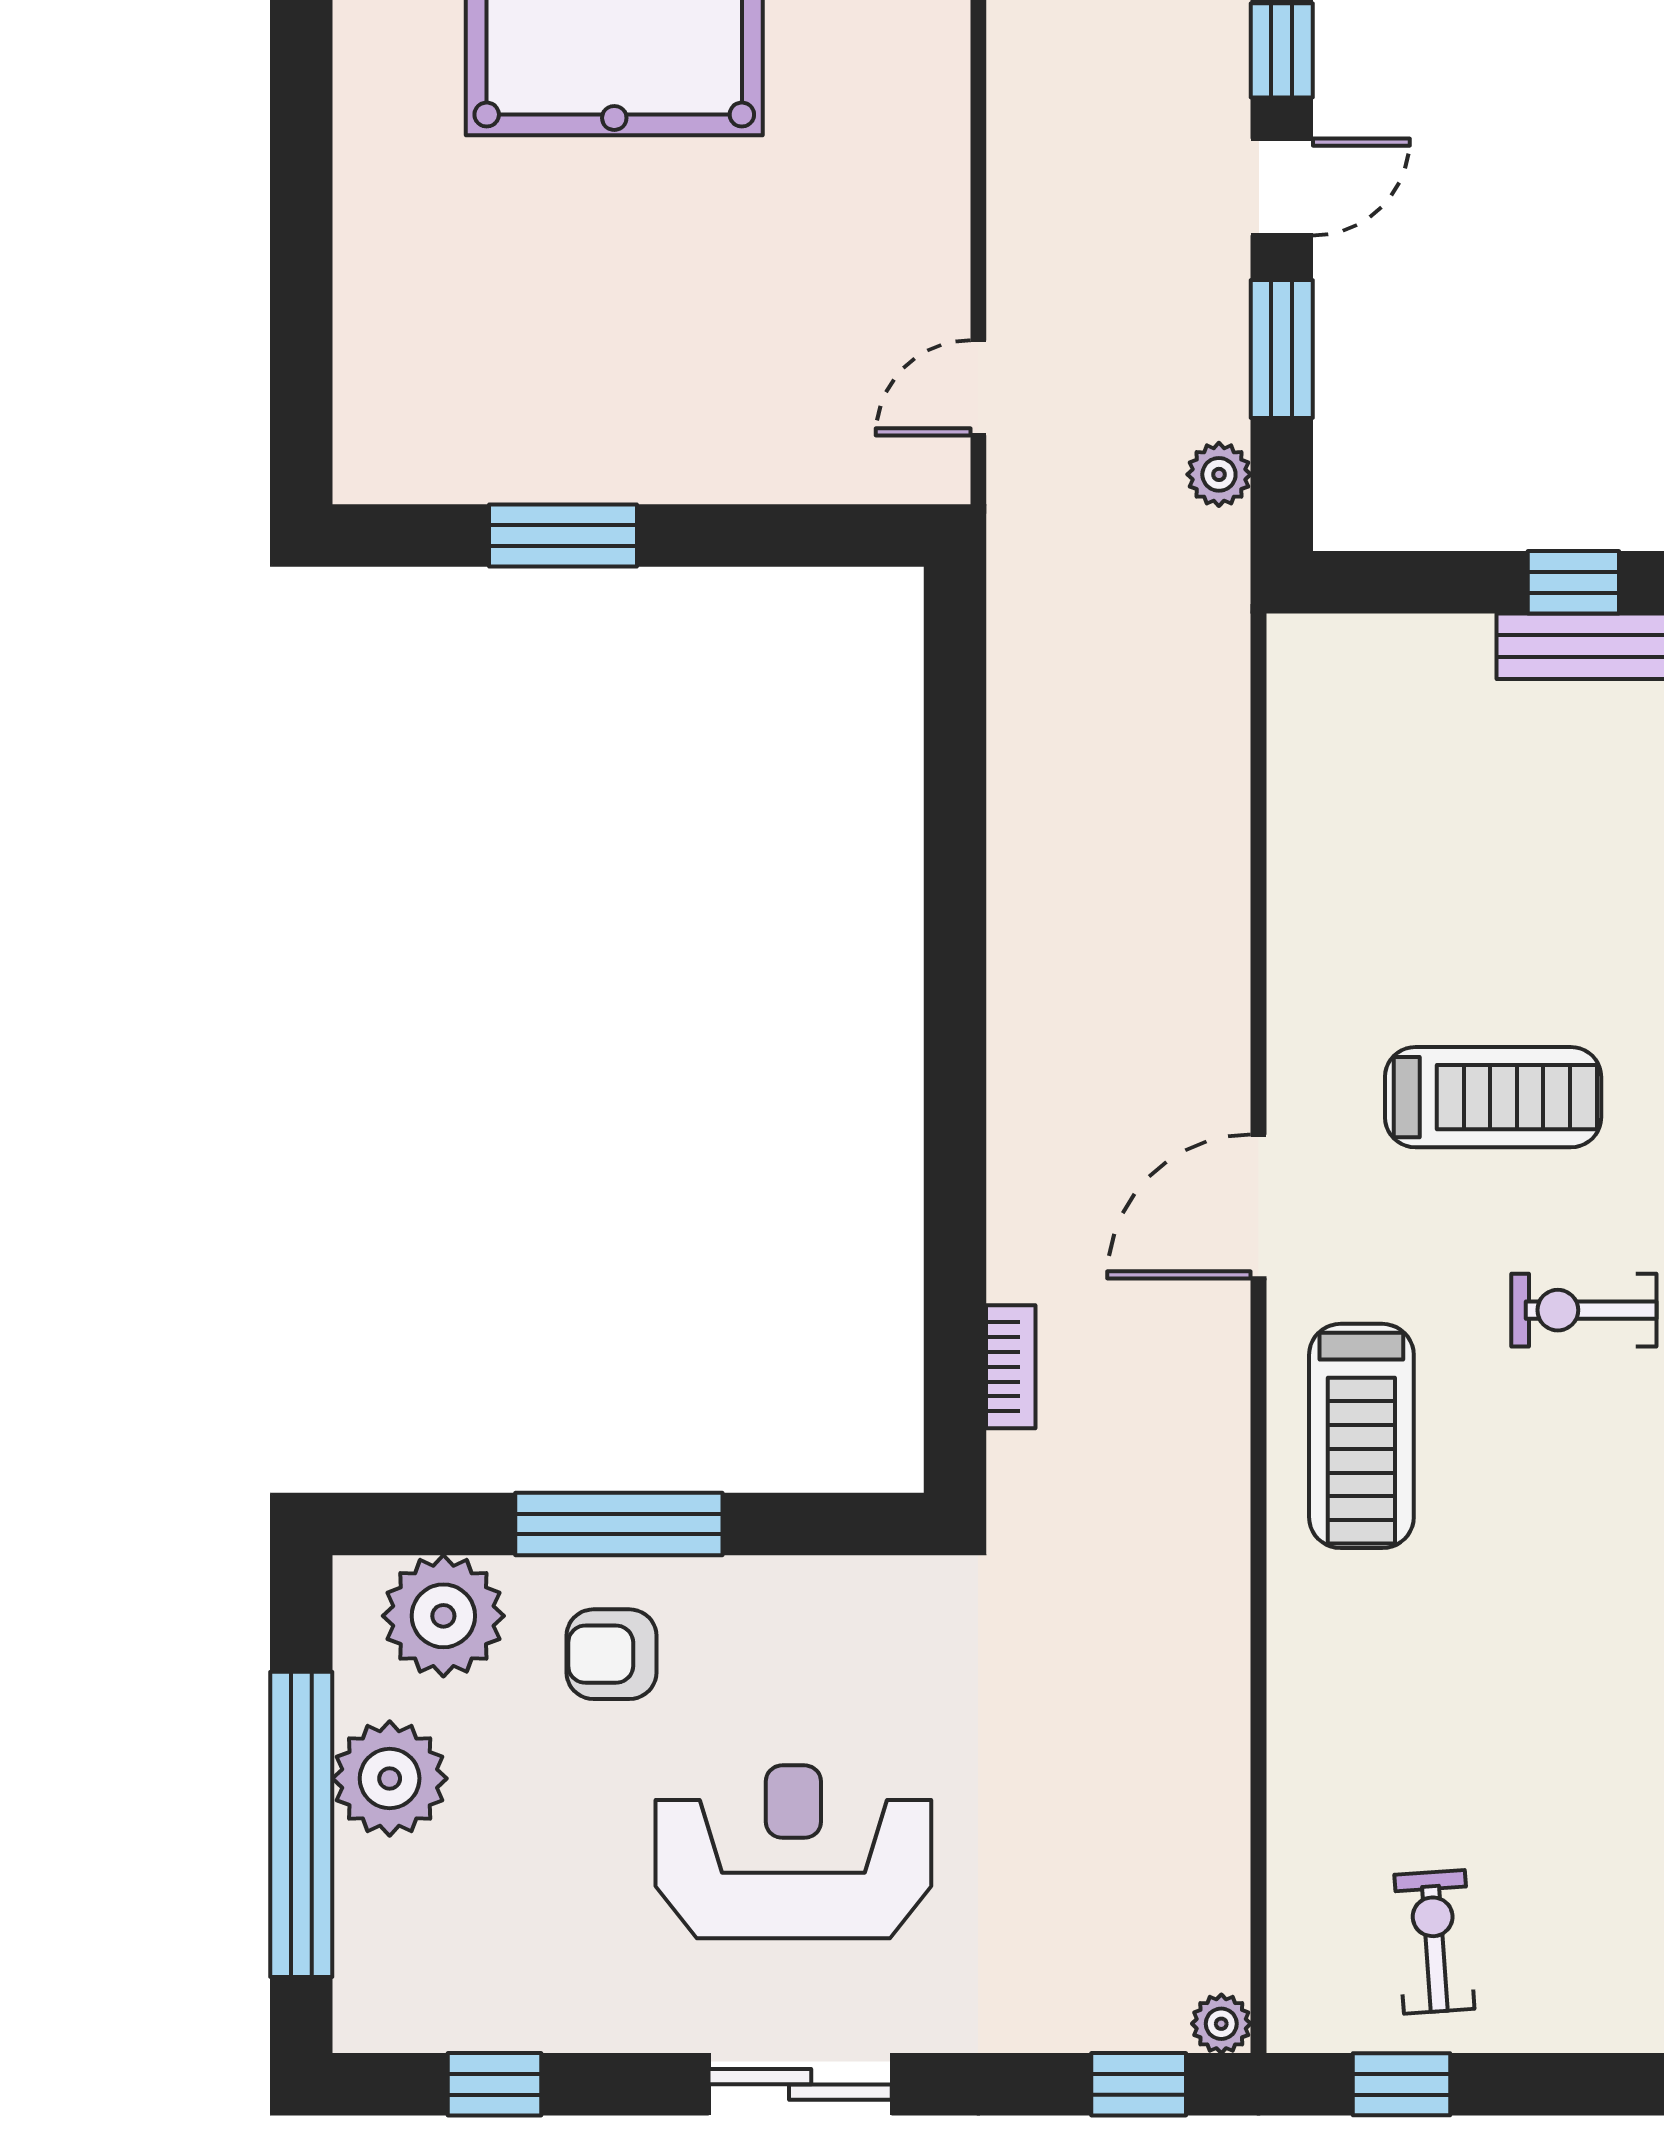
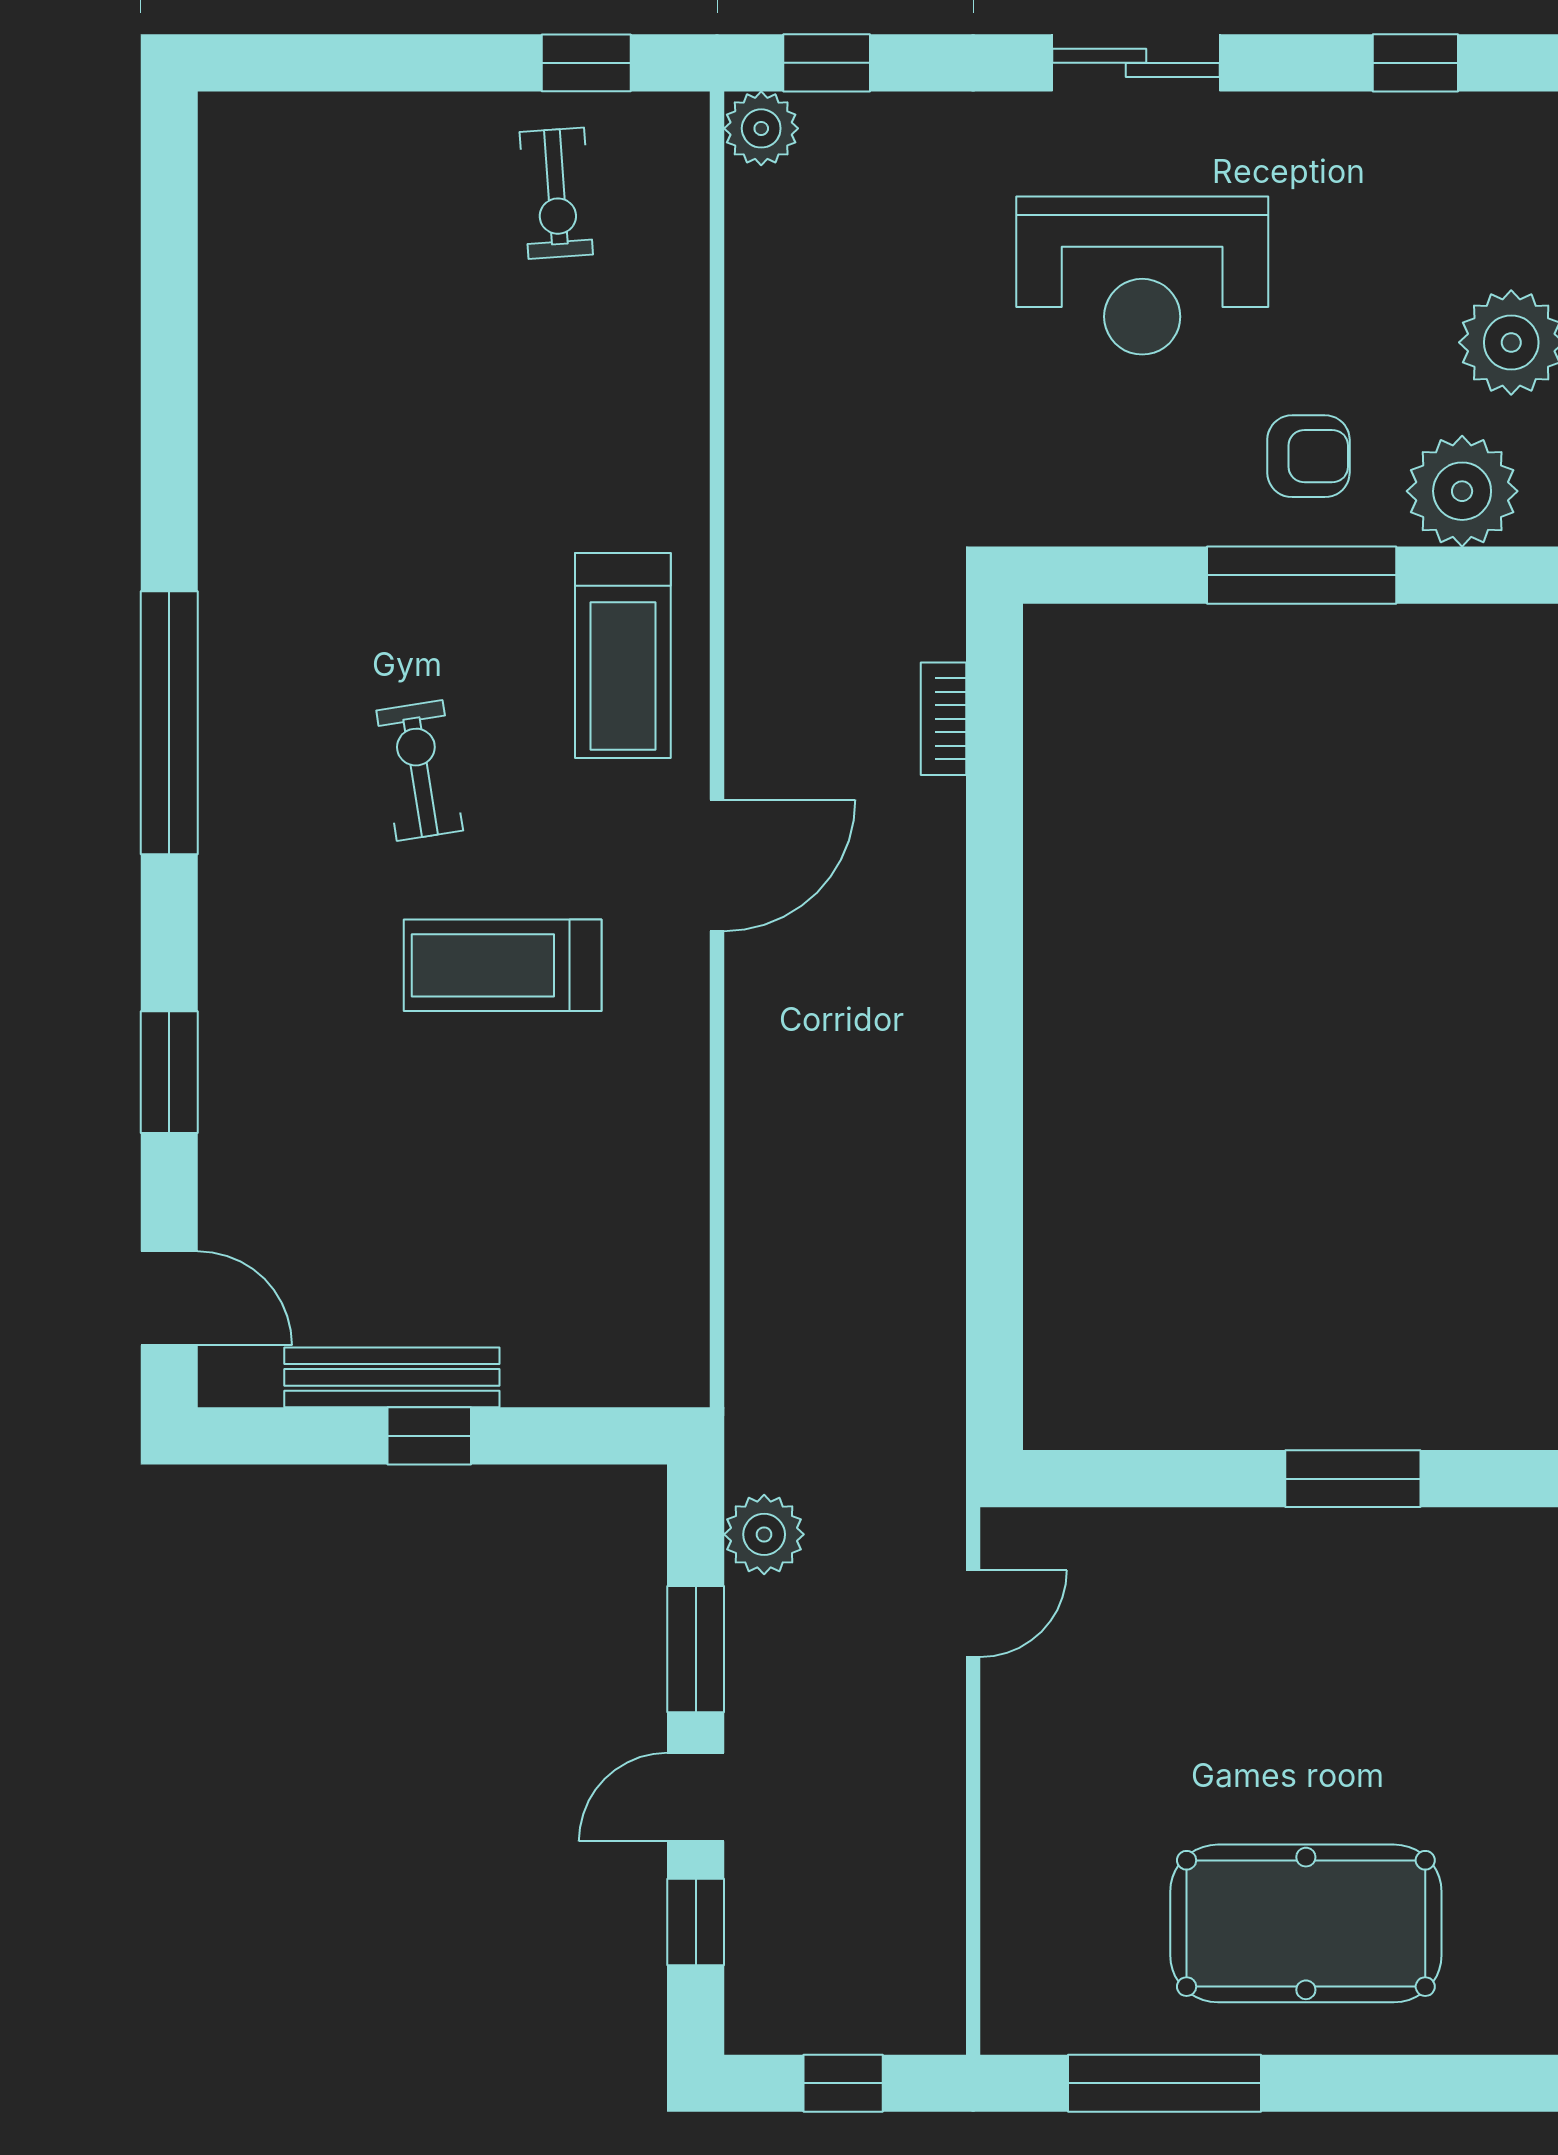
plant: (1219, 474) -> (764, 1534), width x1.38, depth x1.38
exercise bike: (1584, 1310) -> (420, 771), turned -99
treadmill: (1361, 1436) -> (623, 656), turned 180
plant: (1221, 2024) -> (761, 128), width x1.38, depth x1.38

